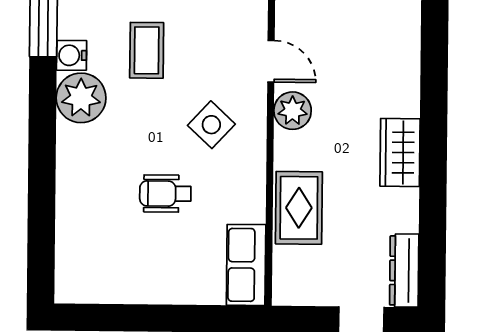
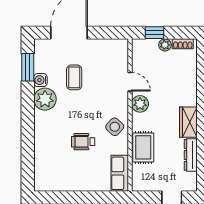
side table: (211, 125) -> (115, 127), moved
dresser: (404, 270) -> (191, 155), moved

